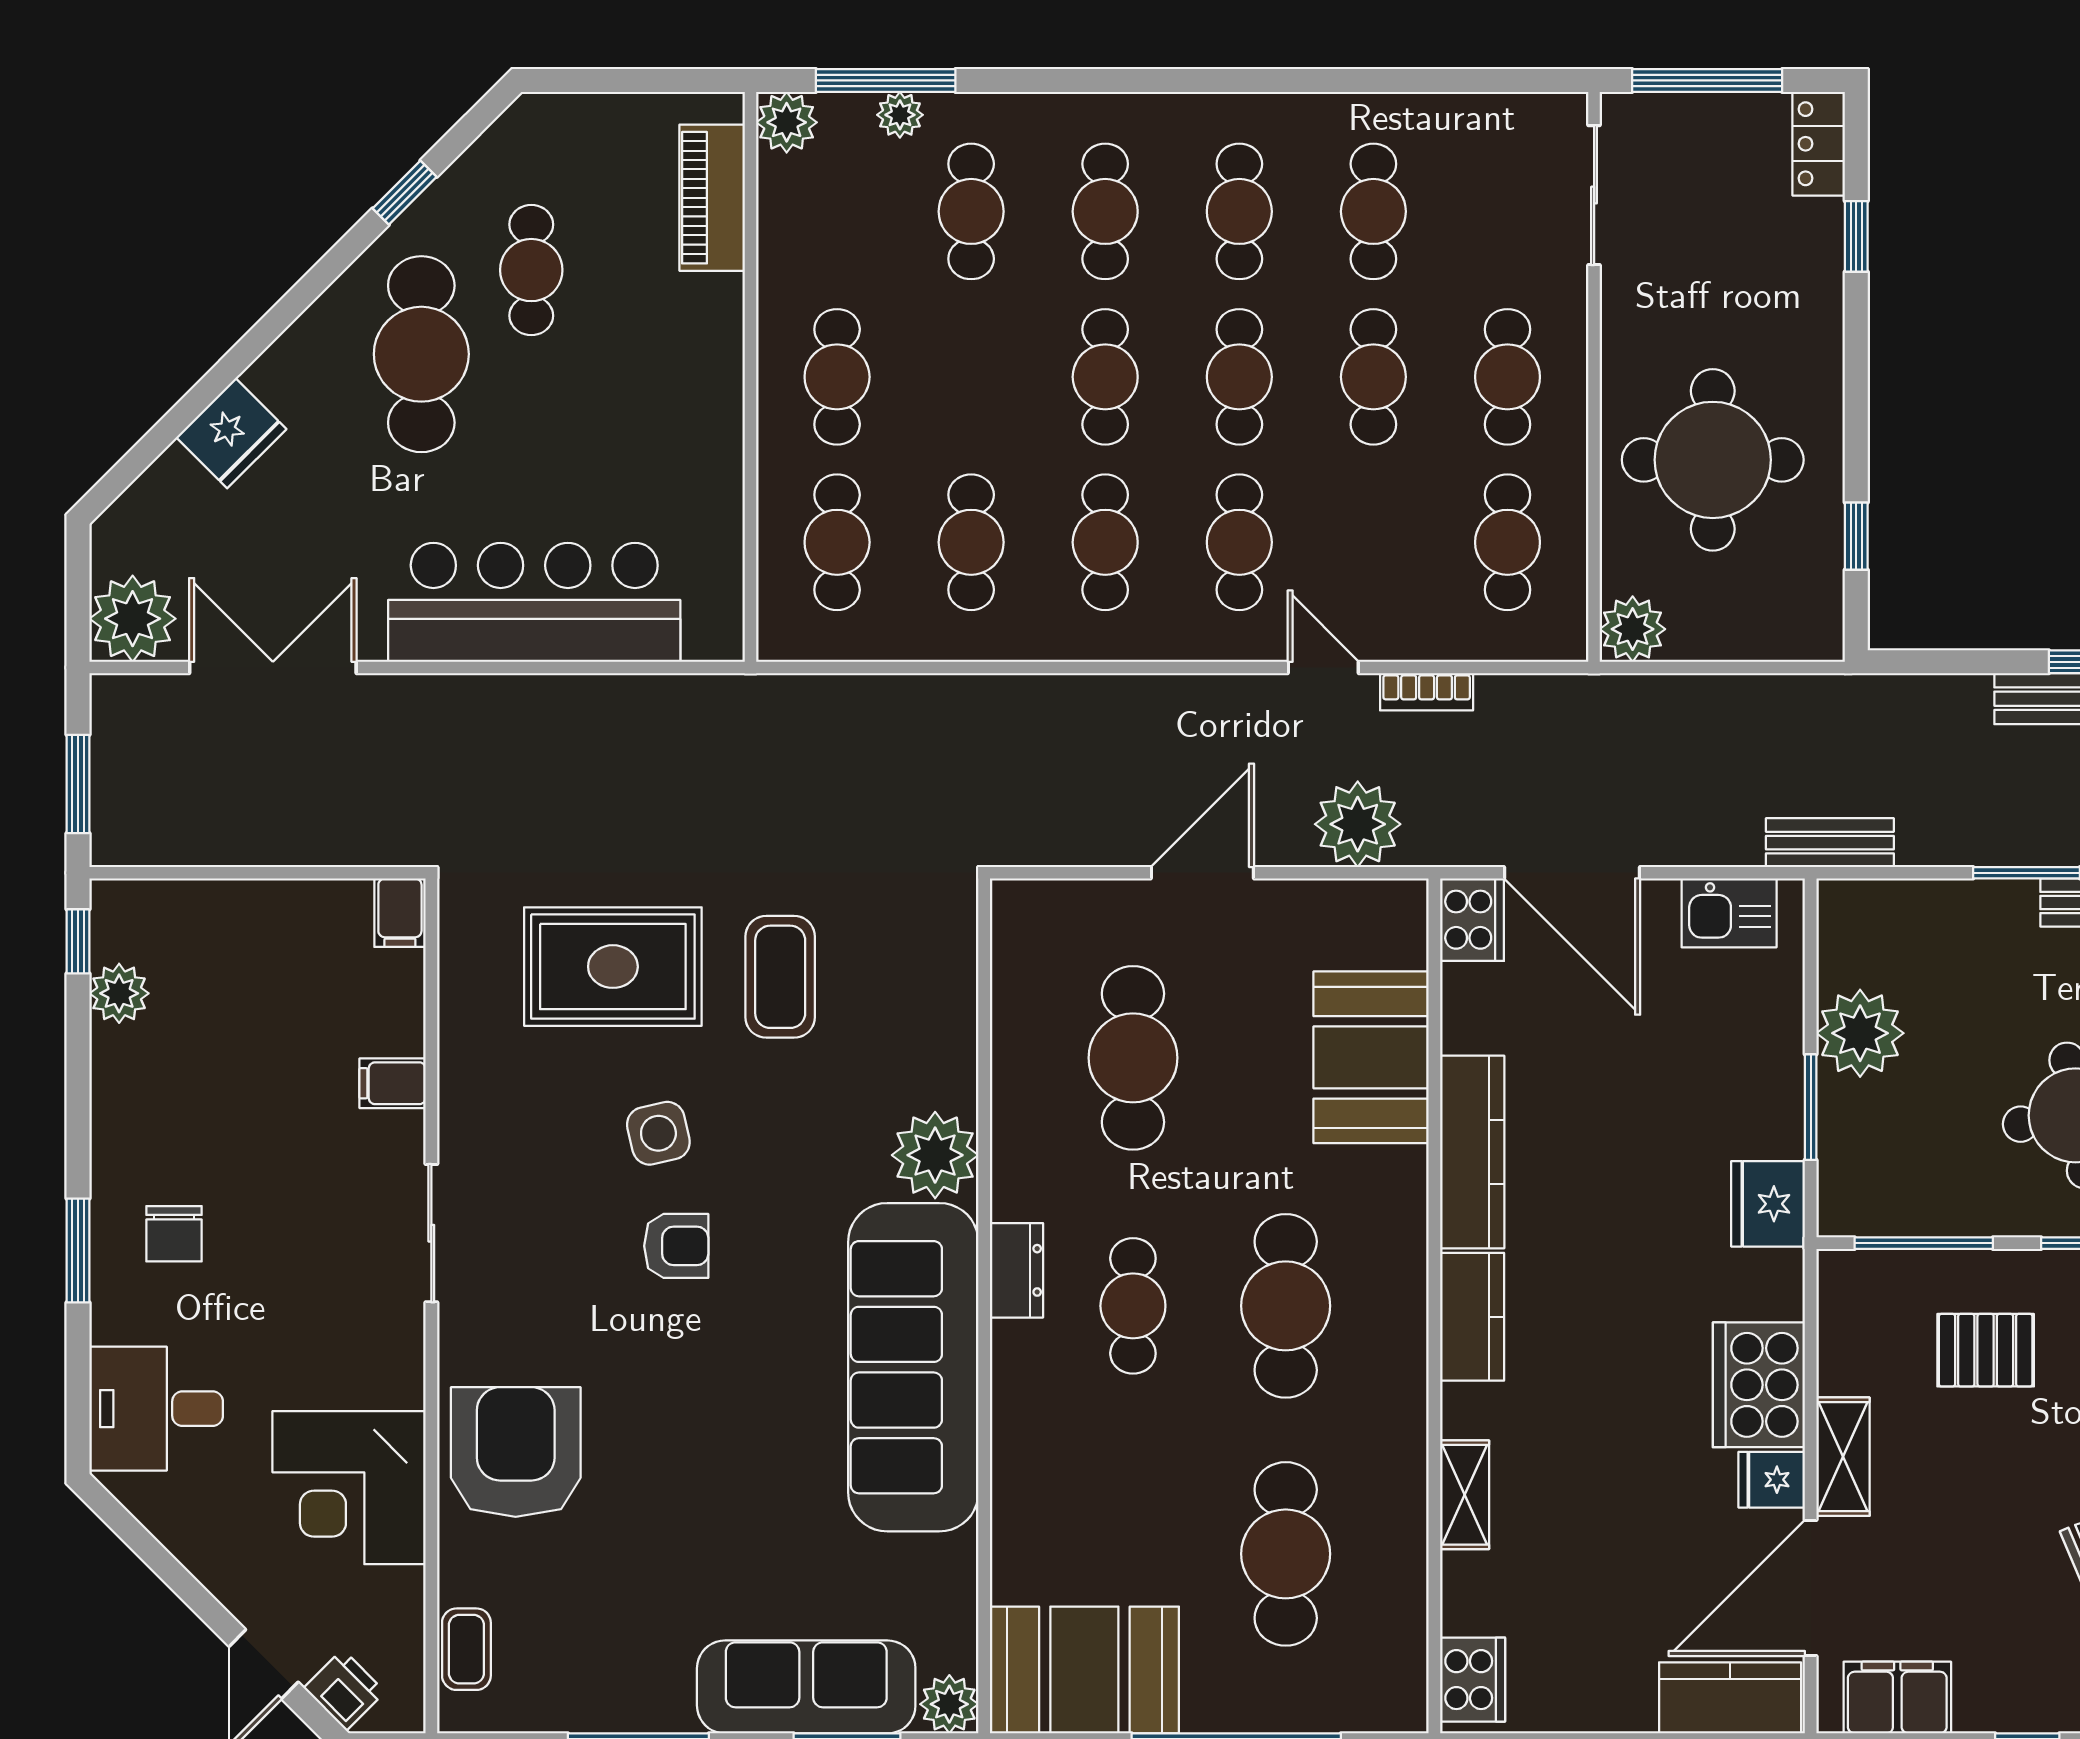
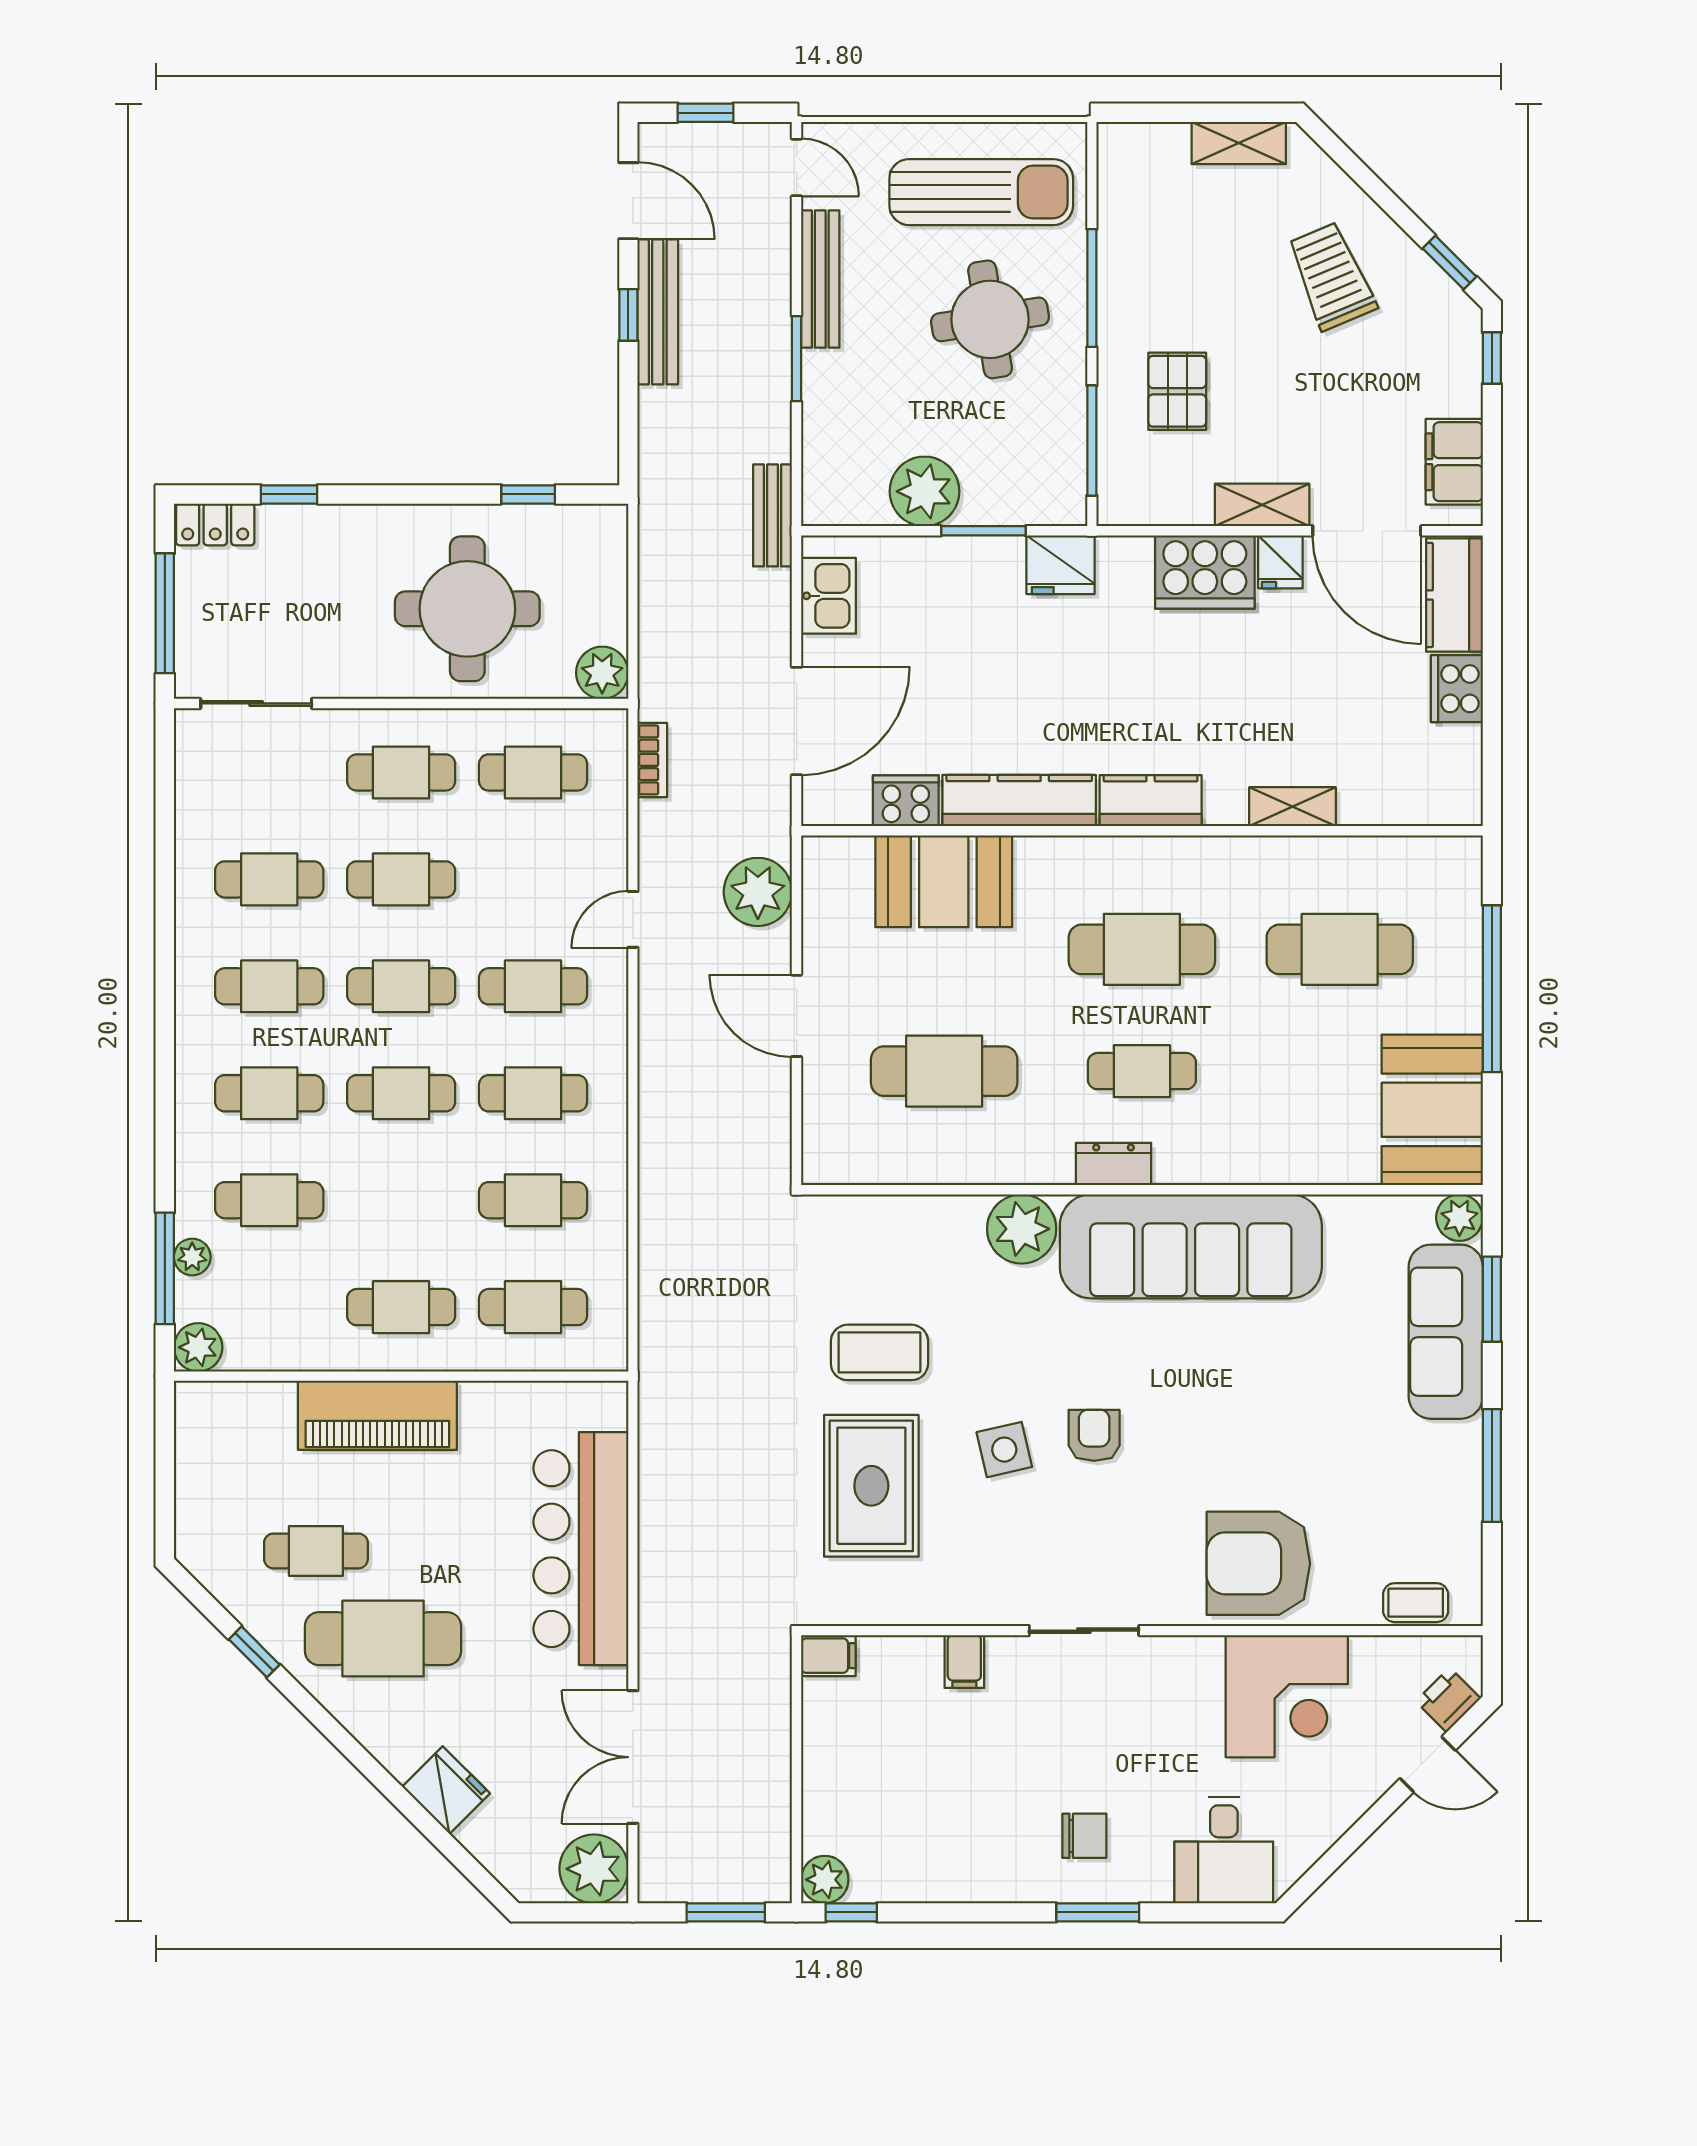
piano: (712, 198) -> (377, 1415), moved, width x1.37, depth x1.33
bookcase: (1427, 692) -> (652, 760), moved
cooker: (1472, 920) -> (906, 801), moved
plant: (119, 993) -> (825, 1880), moved
cooker: (1473, 1680) -> (1457, 689), moved, turned -90

